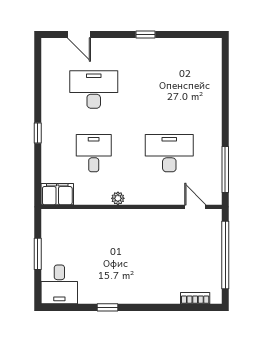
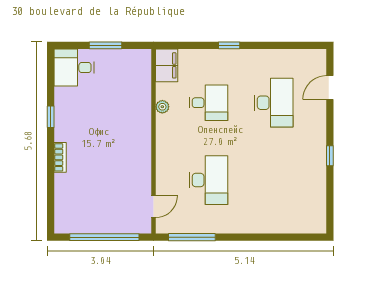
plant: (118, 198) -> (162, 107), moved
bookcase: (195, 298) -> (60, 157), moved

